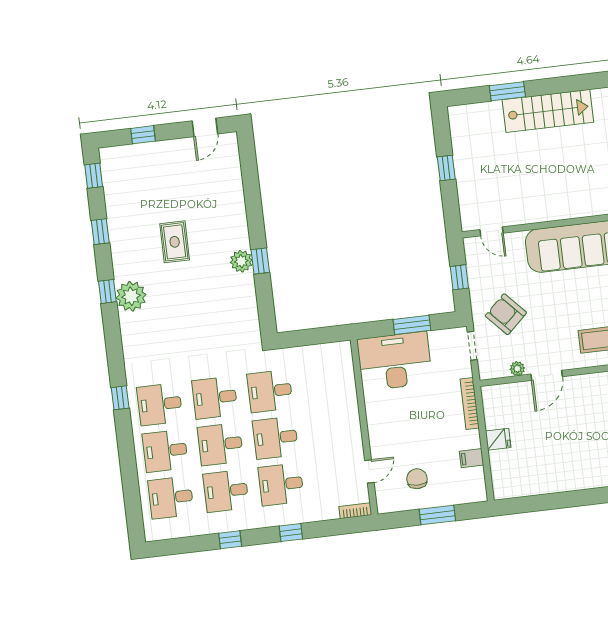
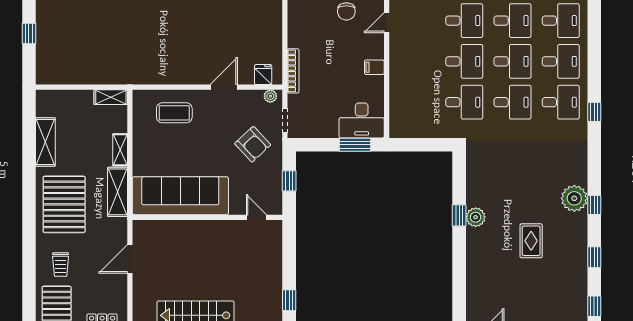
window: (446, 168) -> (289, 300), moved
window: (412, 325) -> (355, 145), moved
desk: (395, 361) -> (362, 120), width x0.73, depth x0.77
plant: (517, 369) -> (270, 96), moved
fridge: (498, 439) -> (263, 75), moved, turned 90
filing cabinet: (471, 458) -> (374, 67), moved, turned 180

